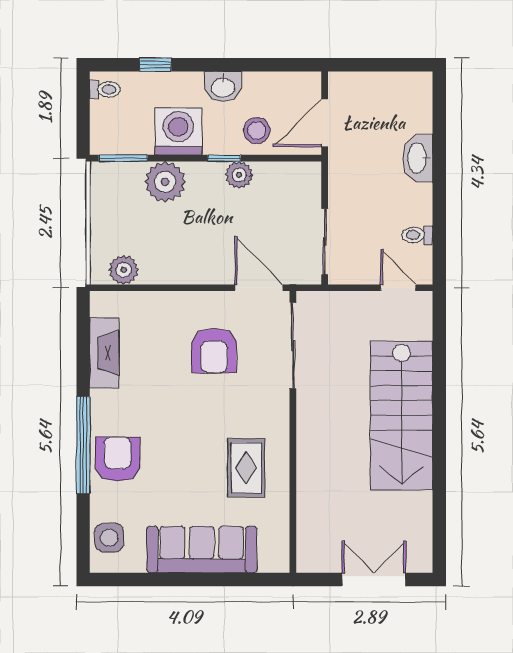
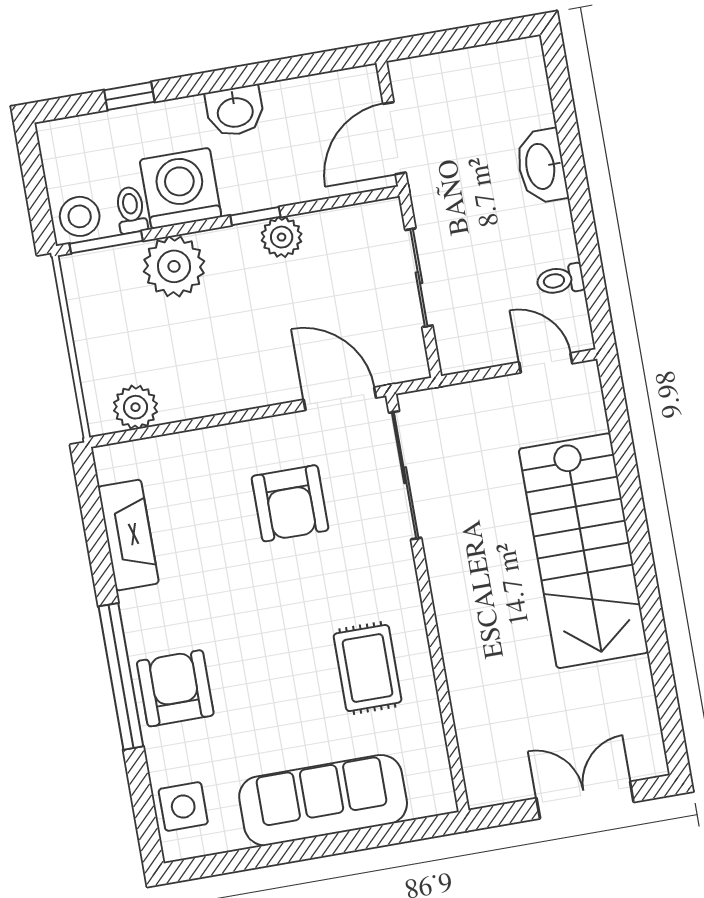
toilet: (105, 89) -> (131, 210), moved, turned -90
stool: (257, 131) -> (80, 216), moved
sliding door: (325, 242) -> (419, 278), moved

